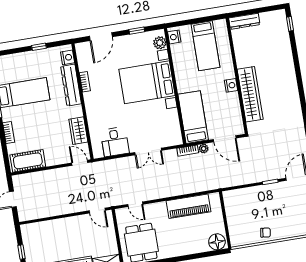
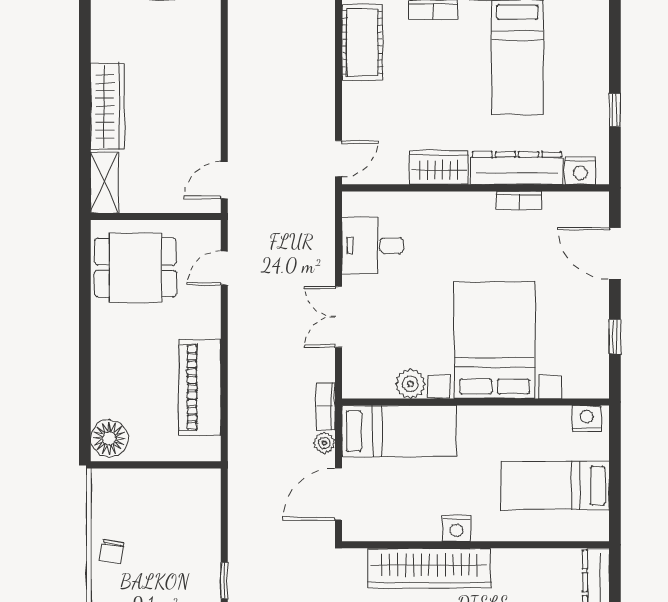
plant: (160, 43) -> (410, 384), moved
wardrobe: (78, 131) -> (439, 167), moved

